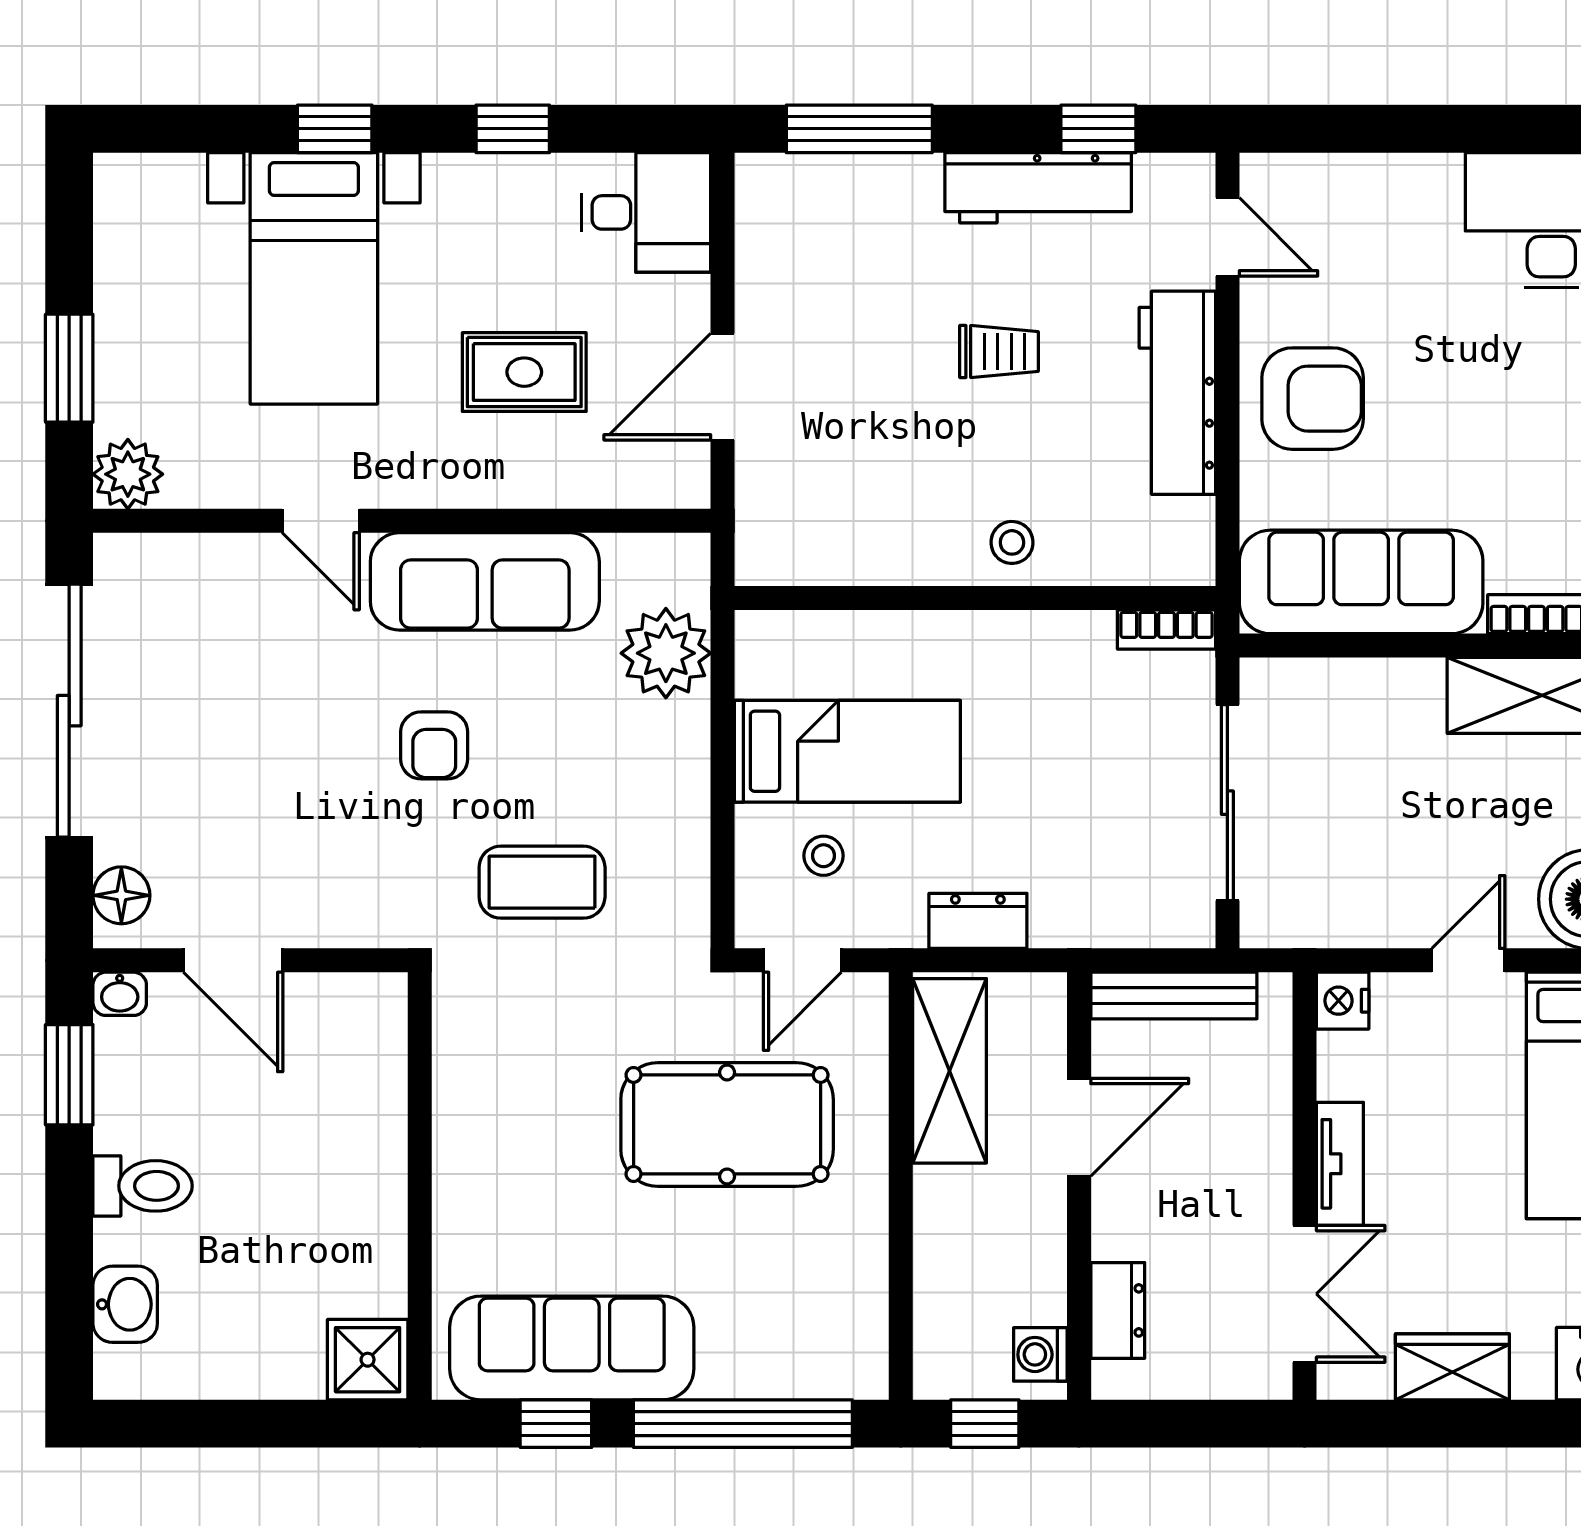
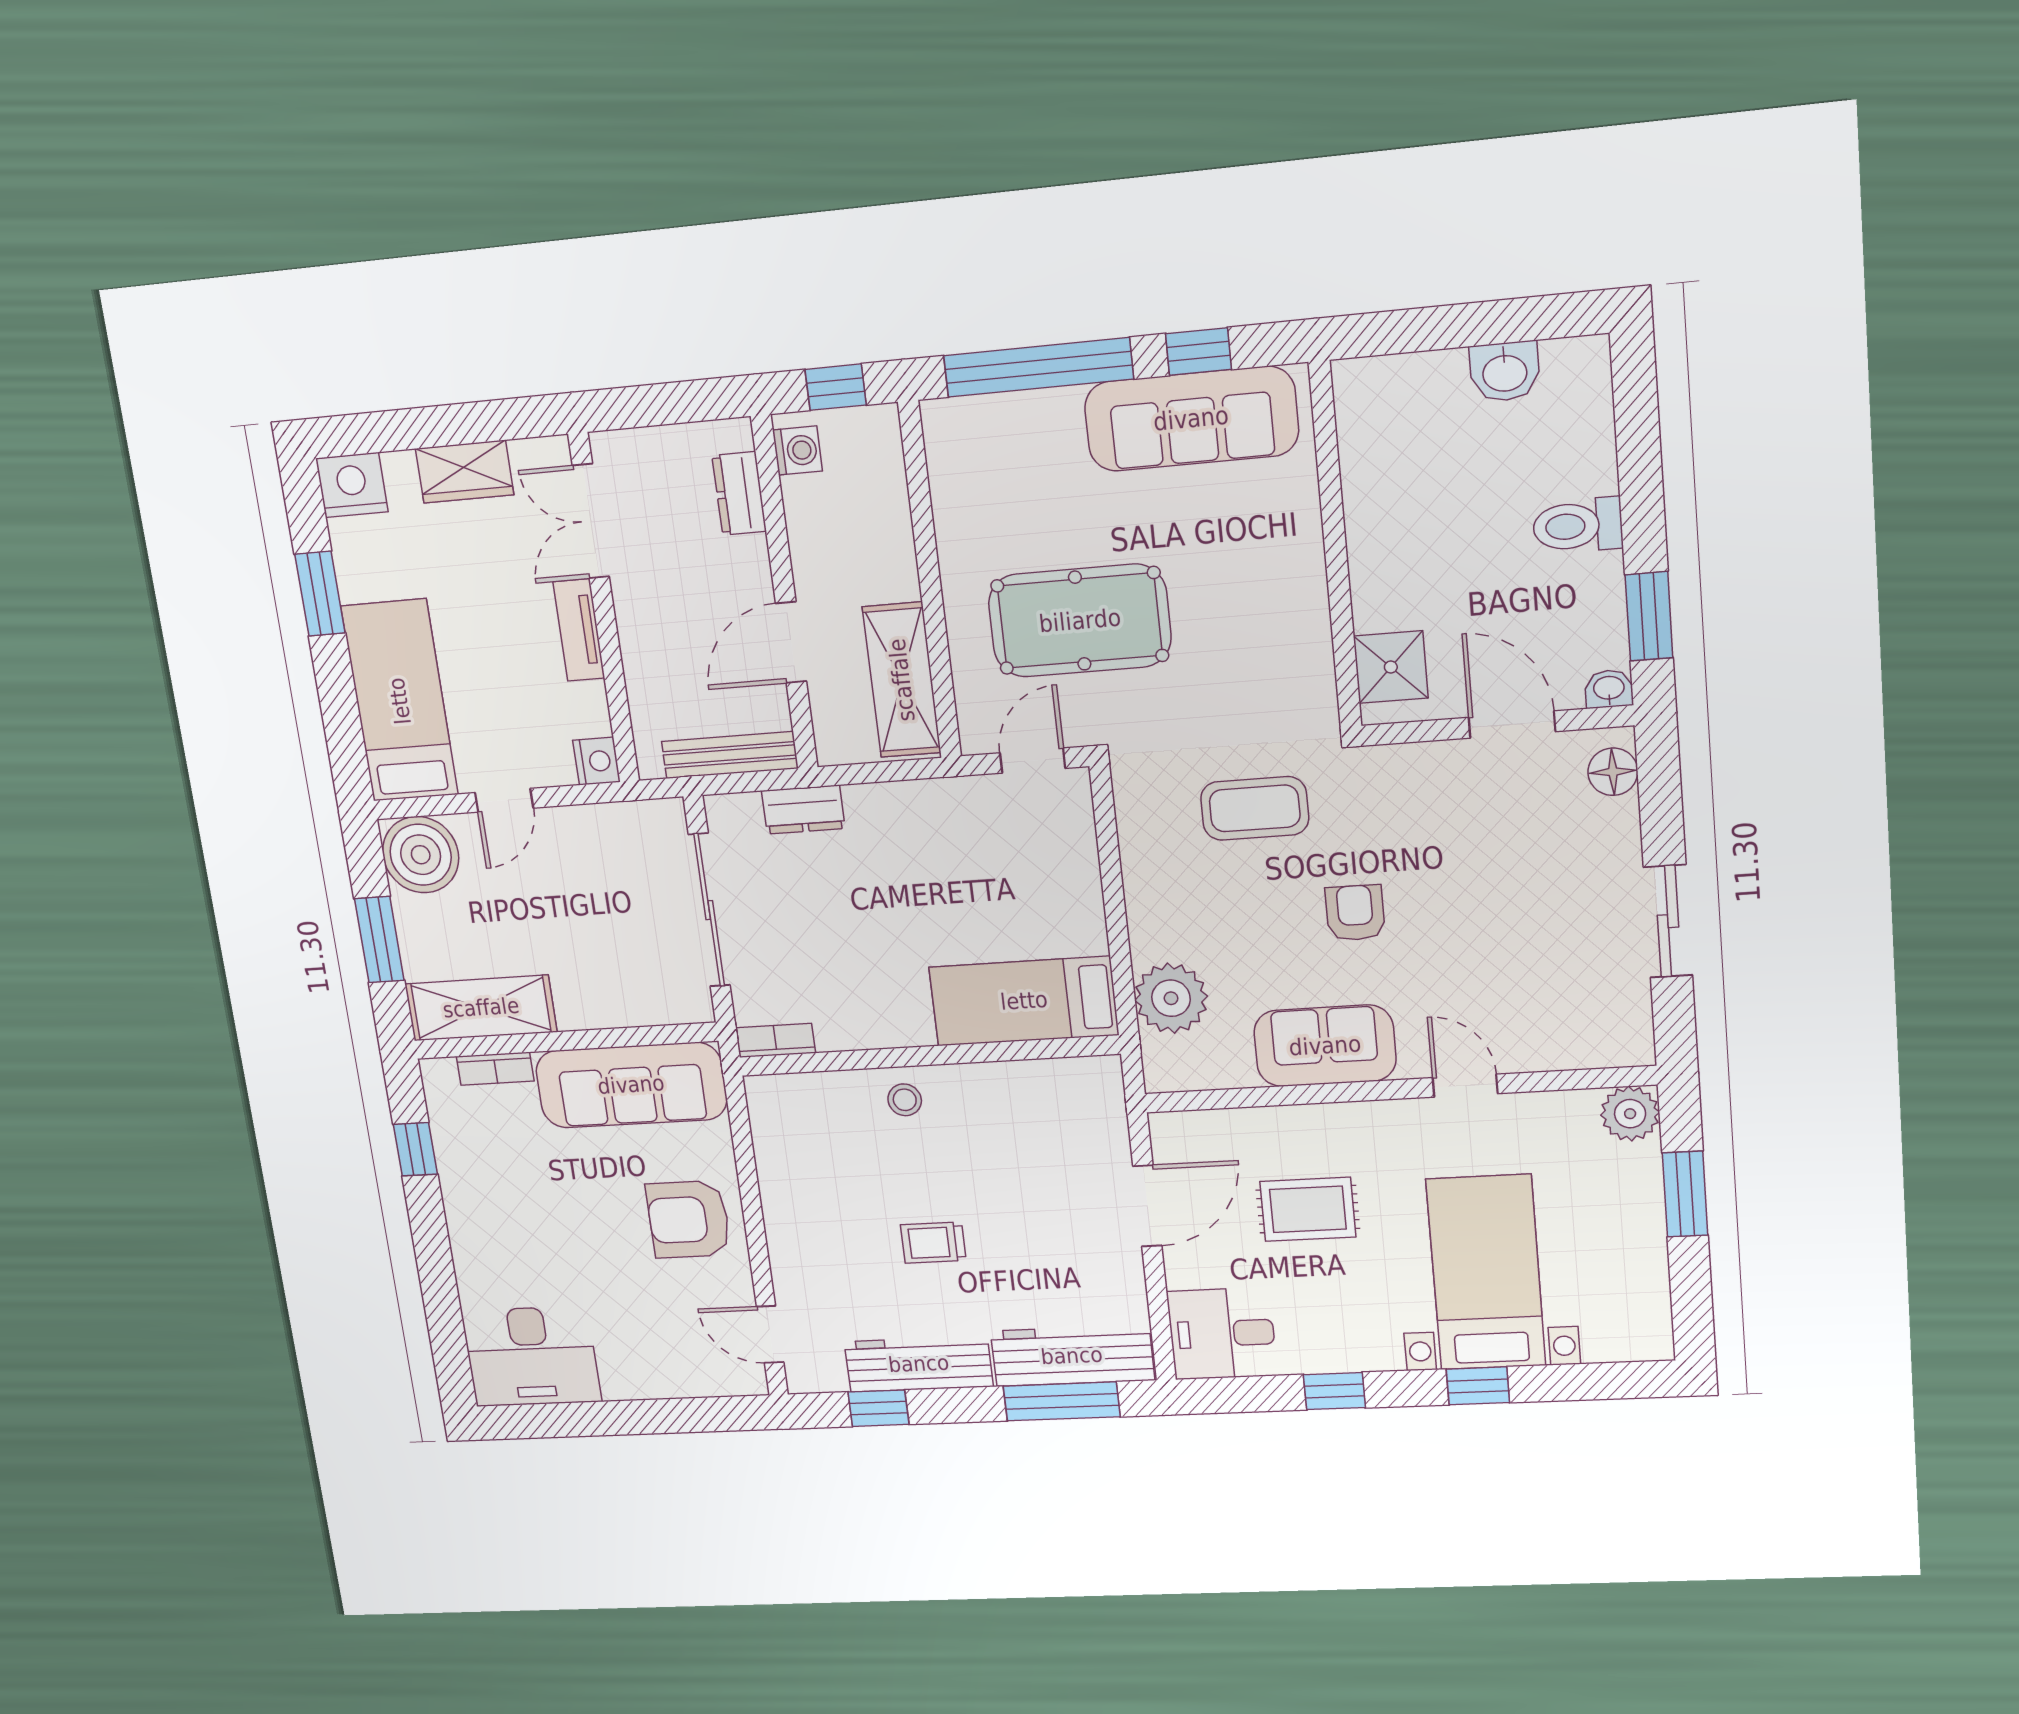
workbench: (1177, 393) -> (1072, 1356), moved, turned -90
sofa: (485, 581) -> (1325, 1046), width x0.73
sliding door: (69, 711) -> (1668, 921), width x0.54
bed: (847, 751) -> (1024, 1001), moved
stool: (824, 856) -> (1025, 846), removed
dresser: (978, 921) -> (803, 810), moved
washbasin: (125, 1304) -> (1505, 372), moved, turned -90
shower: (368, 1360) -> (1391, 667), moved

